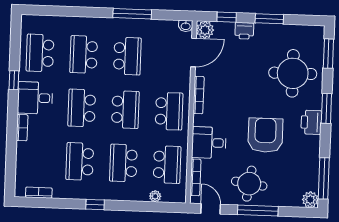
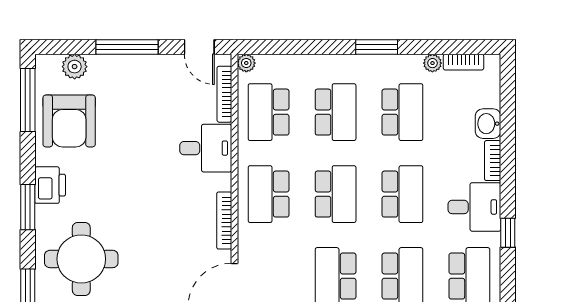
school desk: (125, 110) -> (336, 194), turned 180
armchair: (265, 135) -> (69, 121), moved
washbasin: (24, 152) -> (488, 124), added
round table: (249, 184) -> (142, 88), removed
plant: (59, 193) -> (432, 63), added
plant: (155, 196) -> (246, 63), moved
plant: (310, 200) -> (75, 67), moved
window: (95, 205) -> (377, 47), width x1.50

